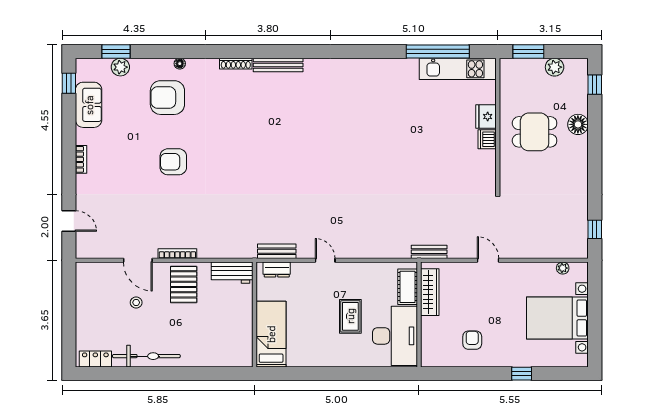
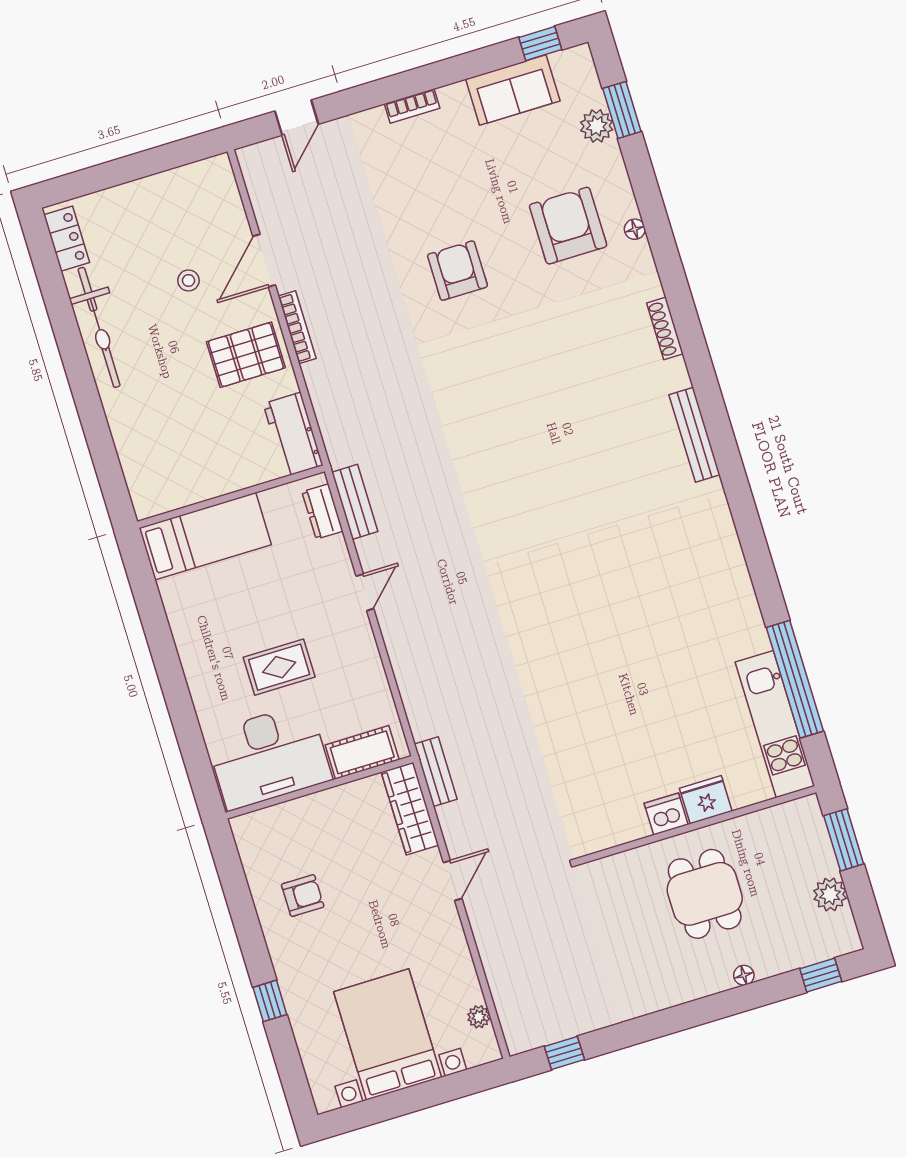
bench: (278, 65) -> (694, 435), moved
floor lamp: (578, 124) -> (744, 975), width x0.53, depth x0.53
wardrobe: (430, 292) -> (410, 809), moved, turned 90

